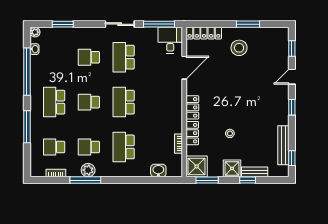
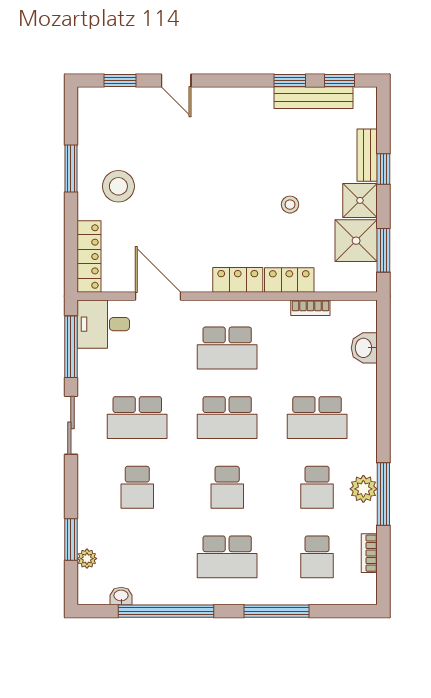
plant: (35, 32) -> (87, 559), moved
school desk: (158, 102) -> (227, 348), added
window: (292, 107) -> (290, 81), moved
shower: (197, 166) -> (356, 241), moved

